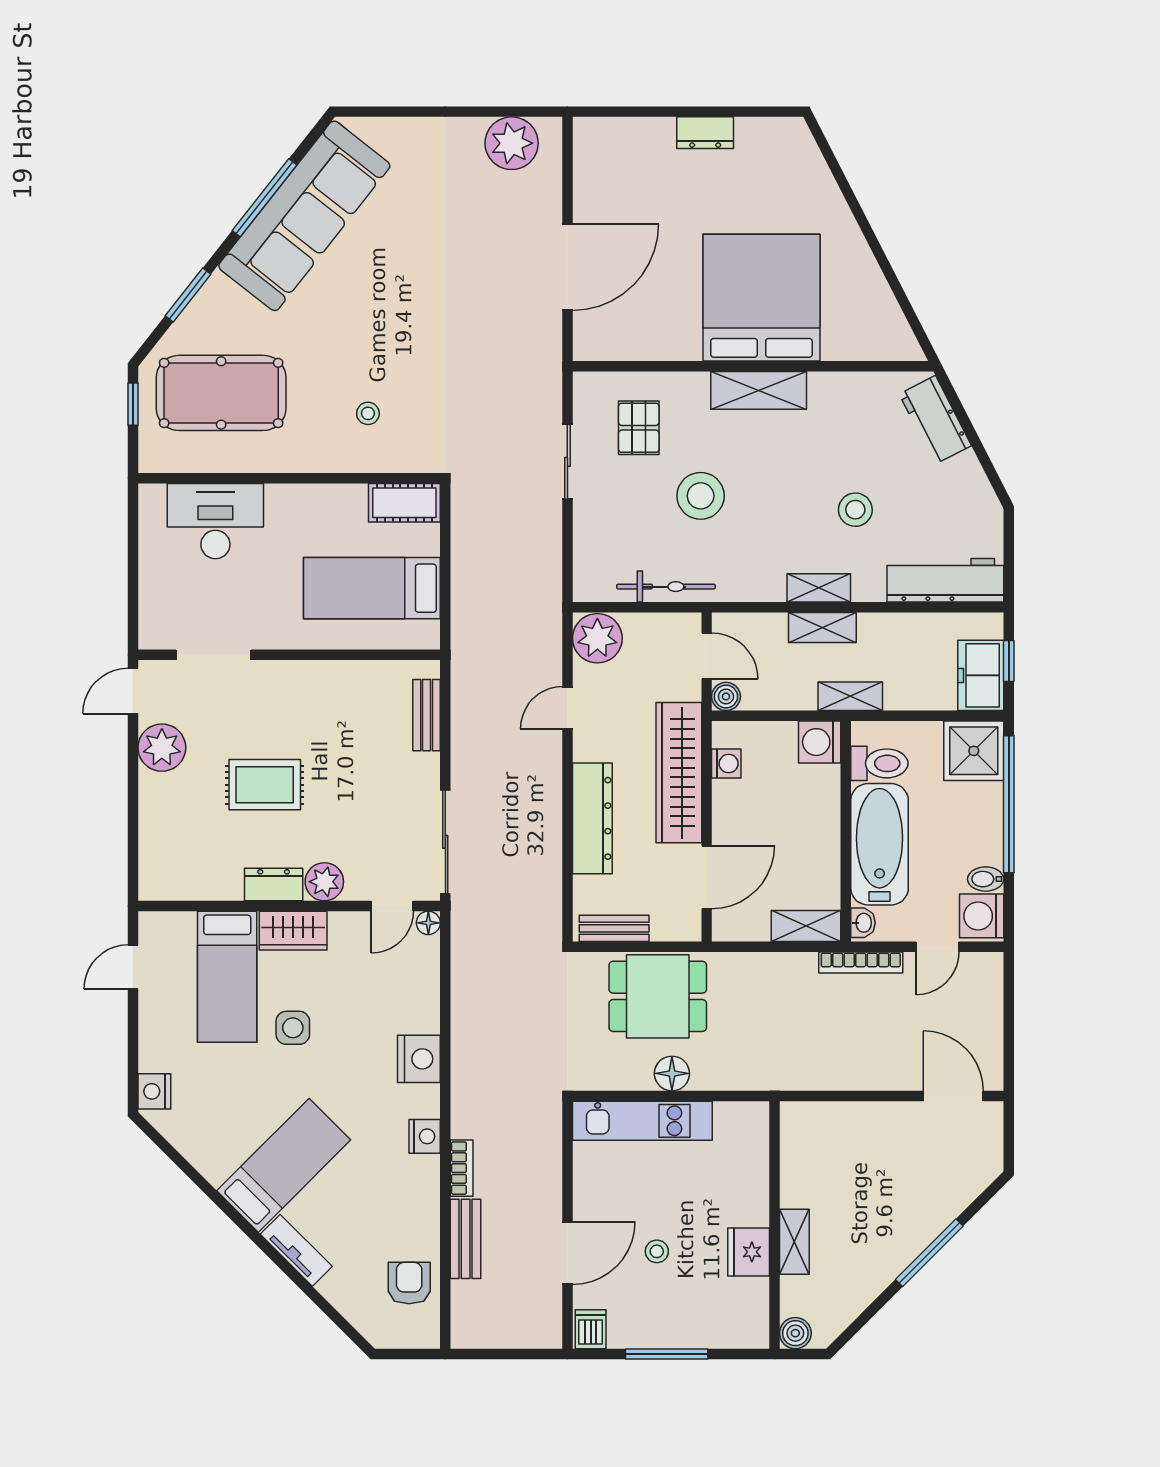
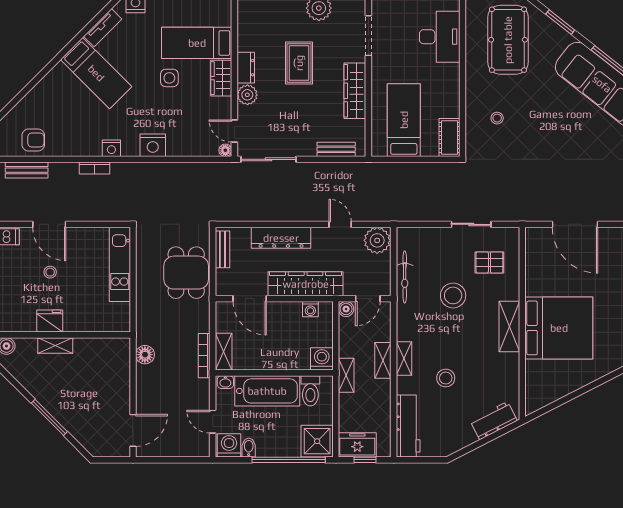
wardrobe: (317, 680) -> (355, 91), added
bookcase: (861, 962) -> (204, 356), moved
floor lamp: (672, 1073) -> (145, 355), moved
bench: (466, 1239) -> (27, 170), moved
tv unit: (296, 1250) -> (103, 28), moved

